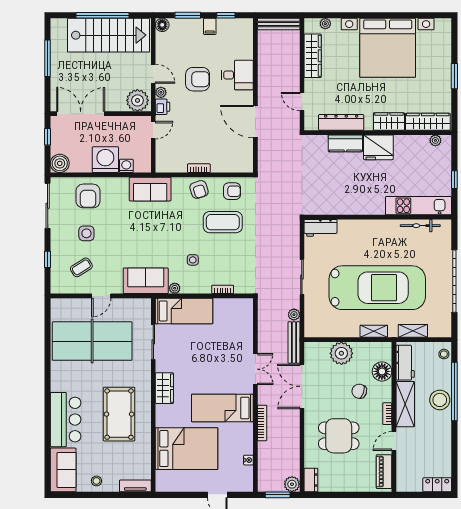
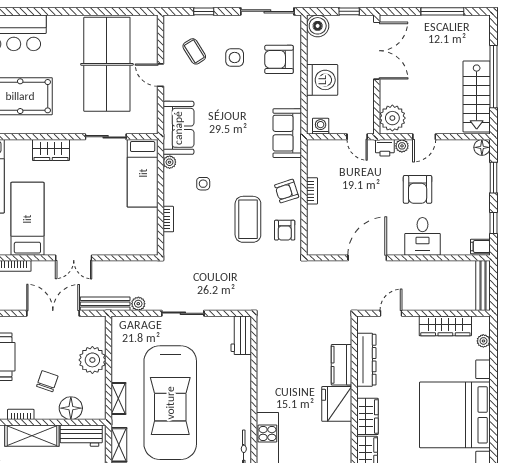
filing cabinet: (210, 26) -> (480, 246), moved
stairs: (108, 35) -> (477, 96), width x0.73, depth x0.66
washing machine: (126, 166) -> (321, 126), moved, turned -90

